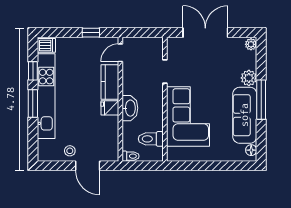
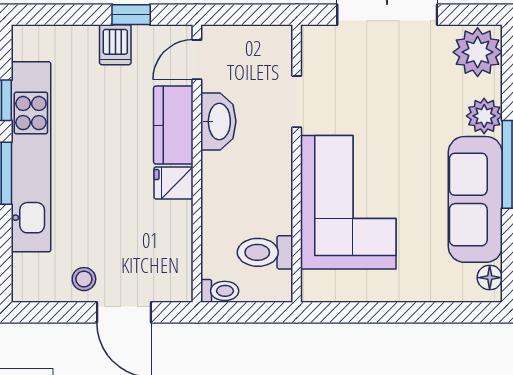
plant: (251, 44) -> (478, 52), width x1.88, depth x1.88
dishwasher: (46, 45) -> (115, 45), moved, turned 90
washbasin: (130, 108) -> (218, 121), moved

